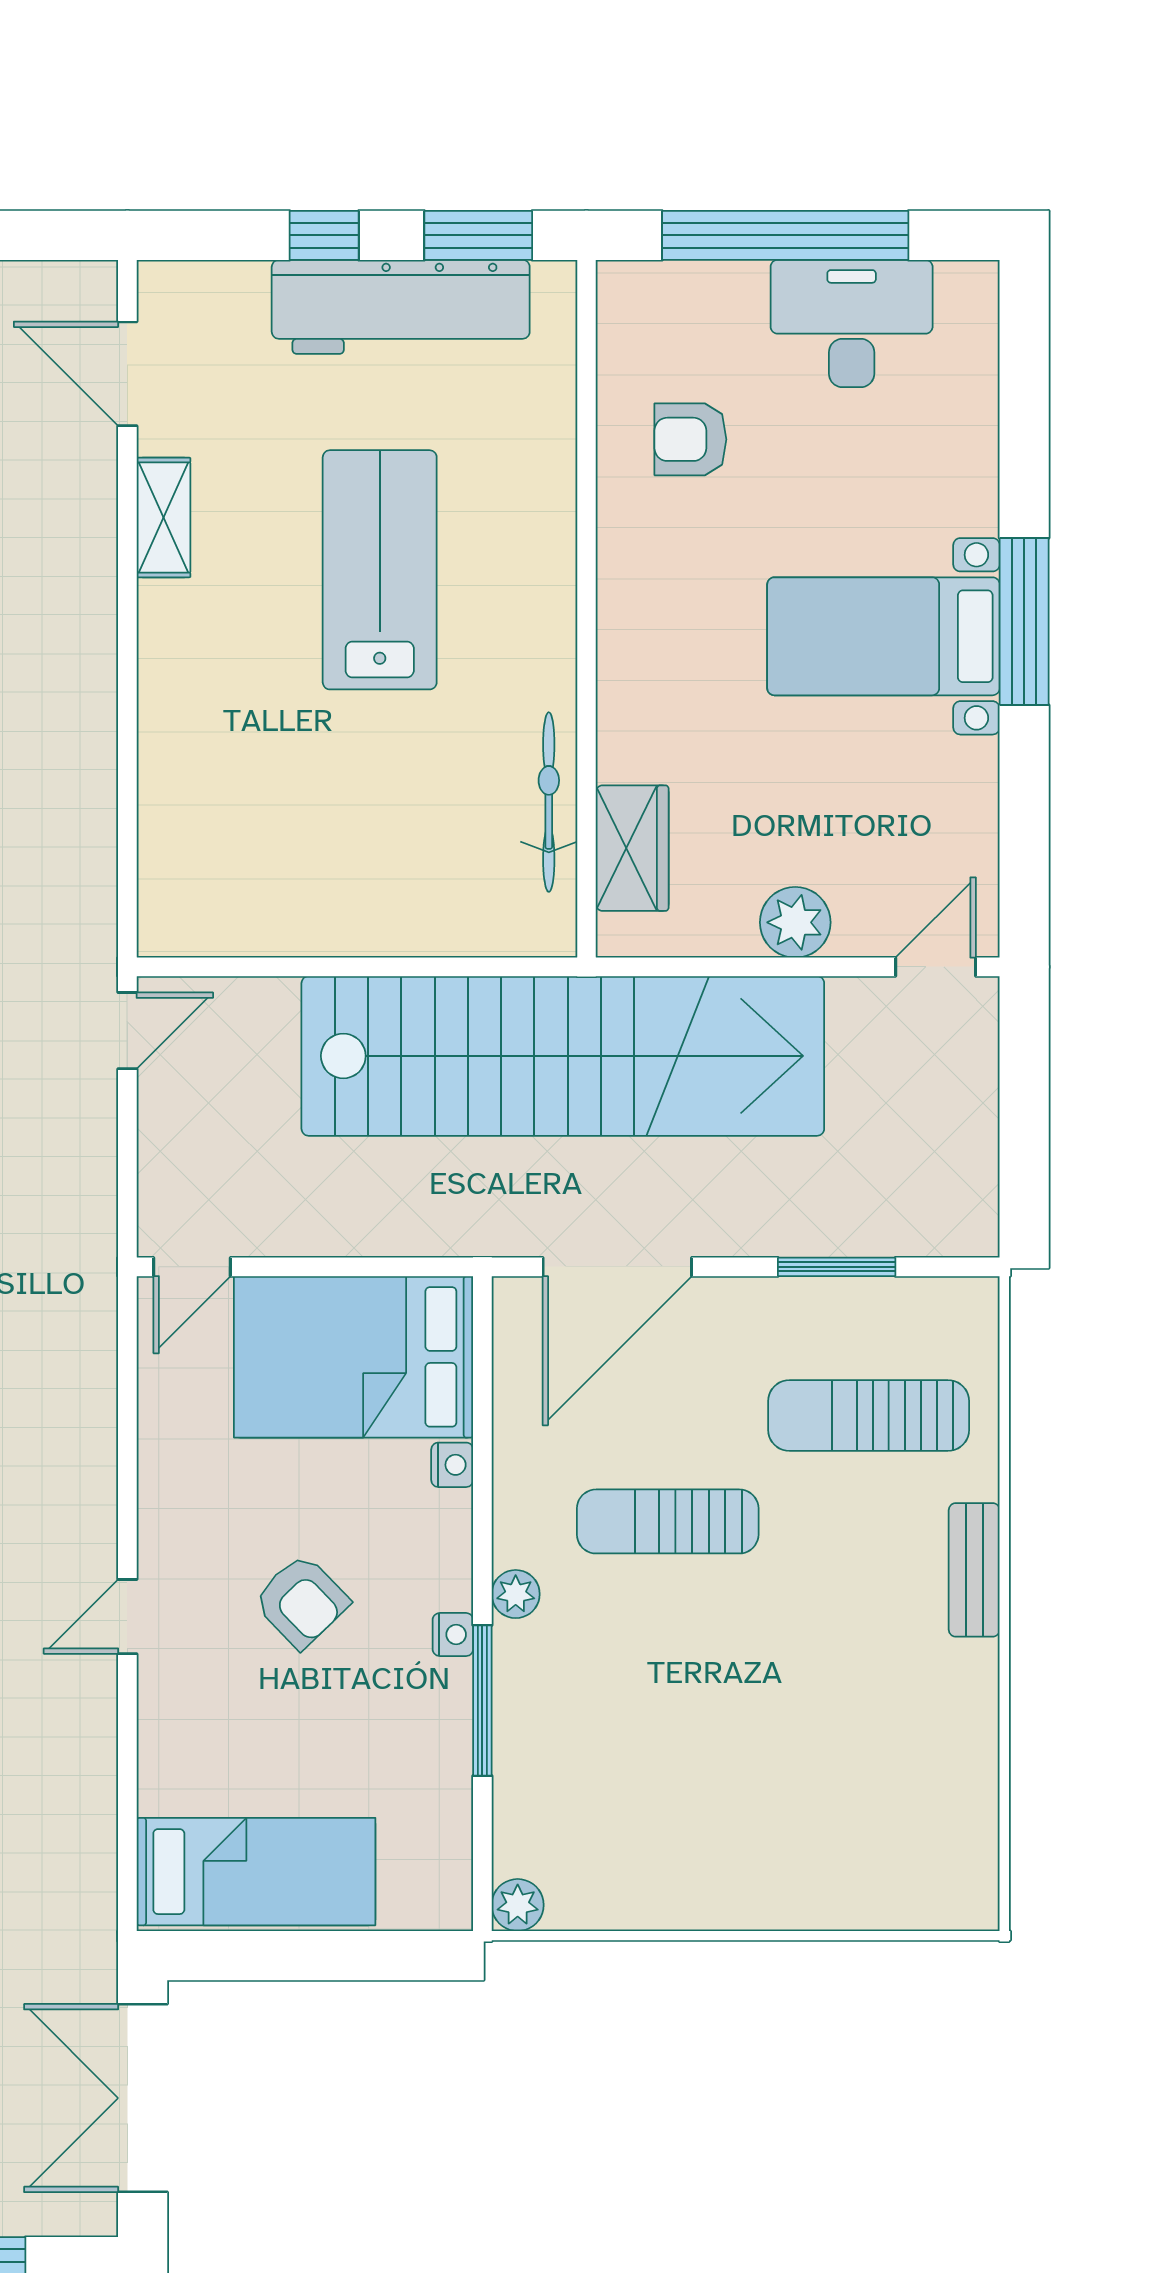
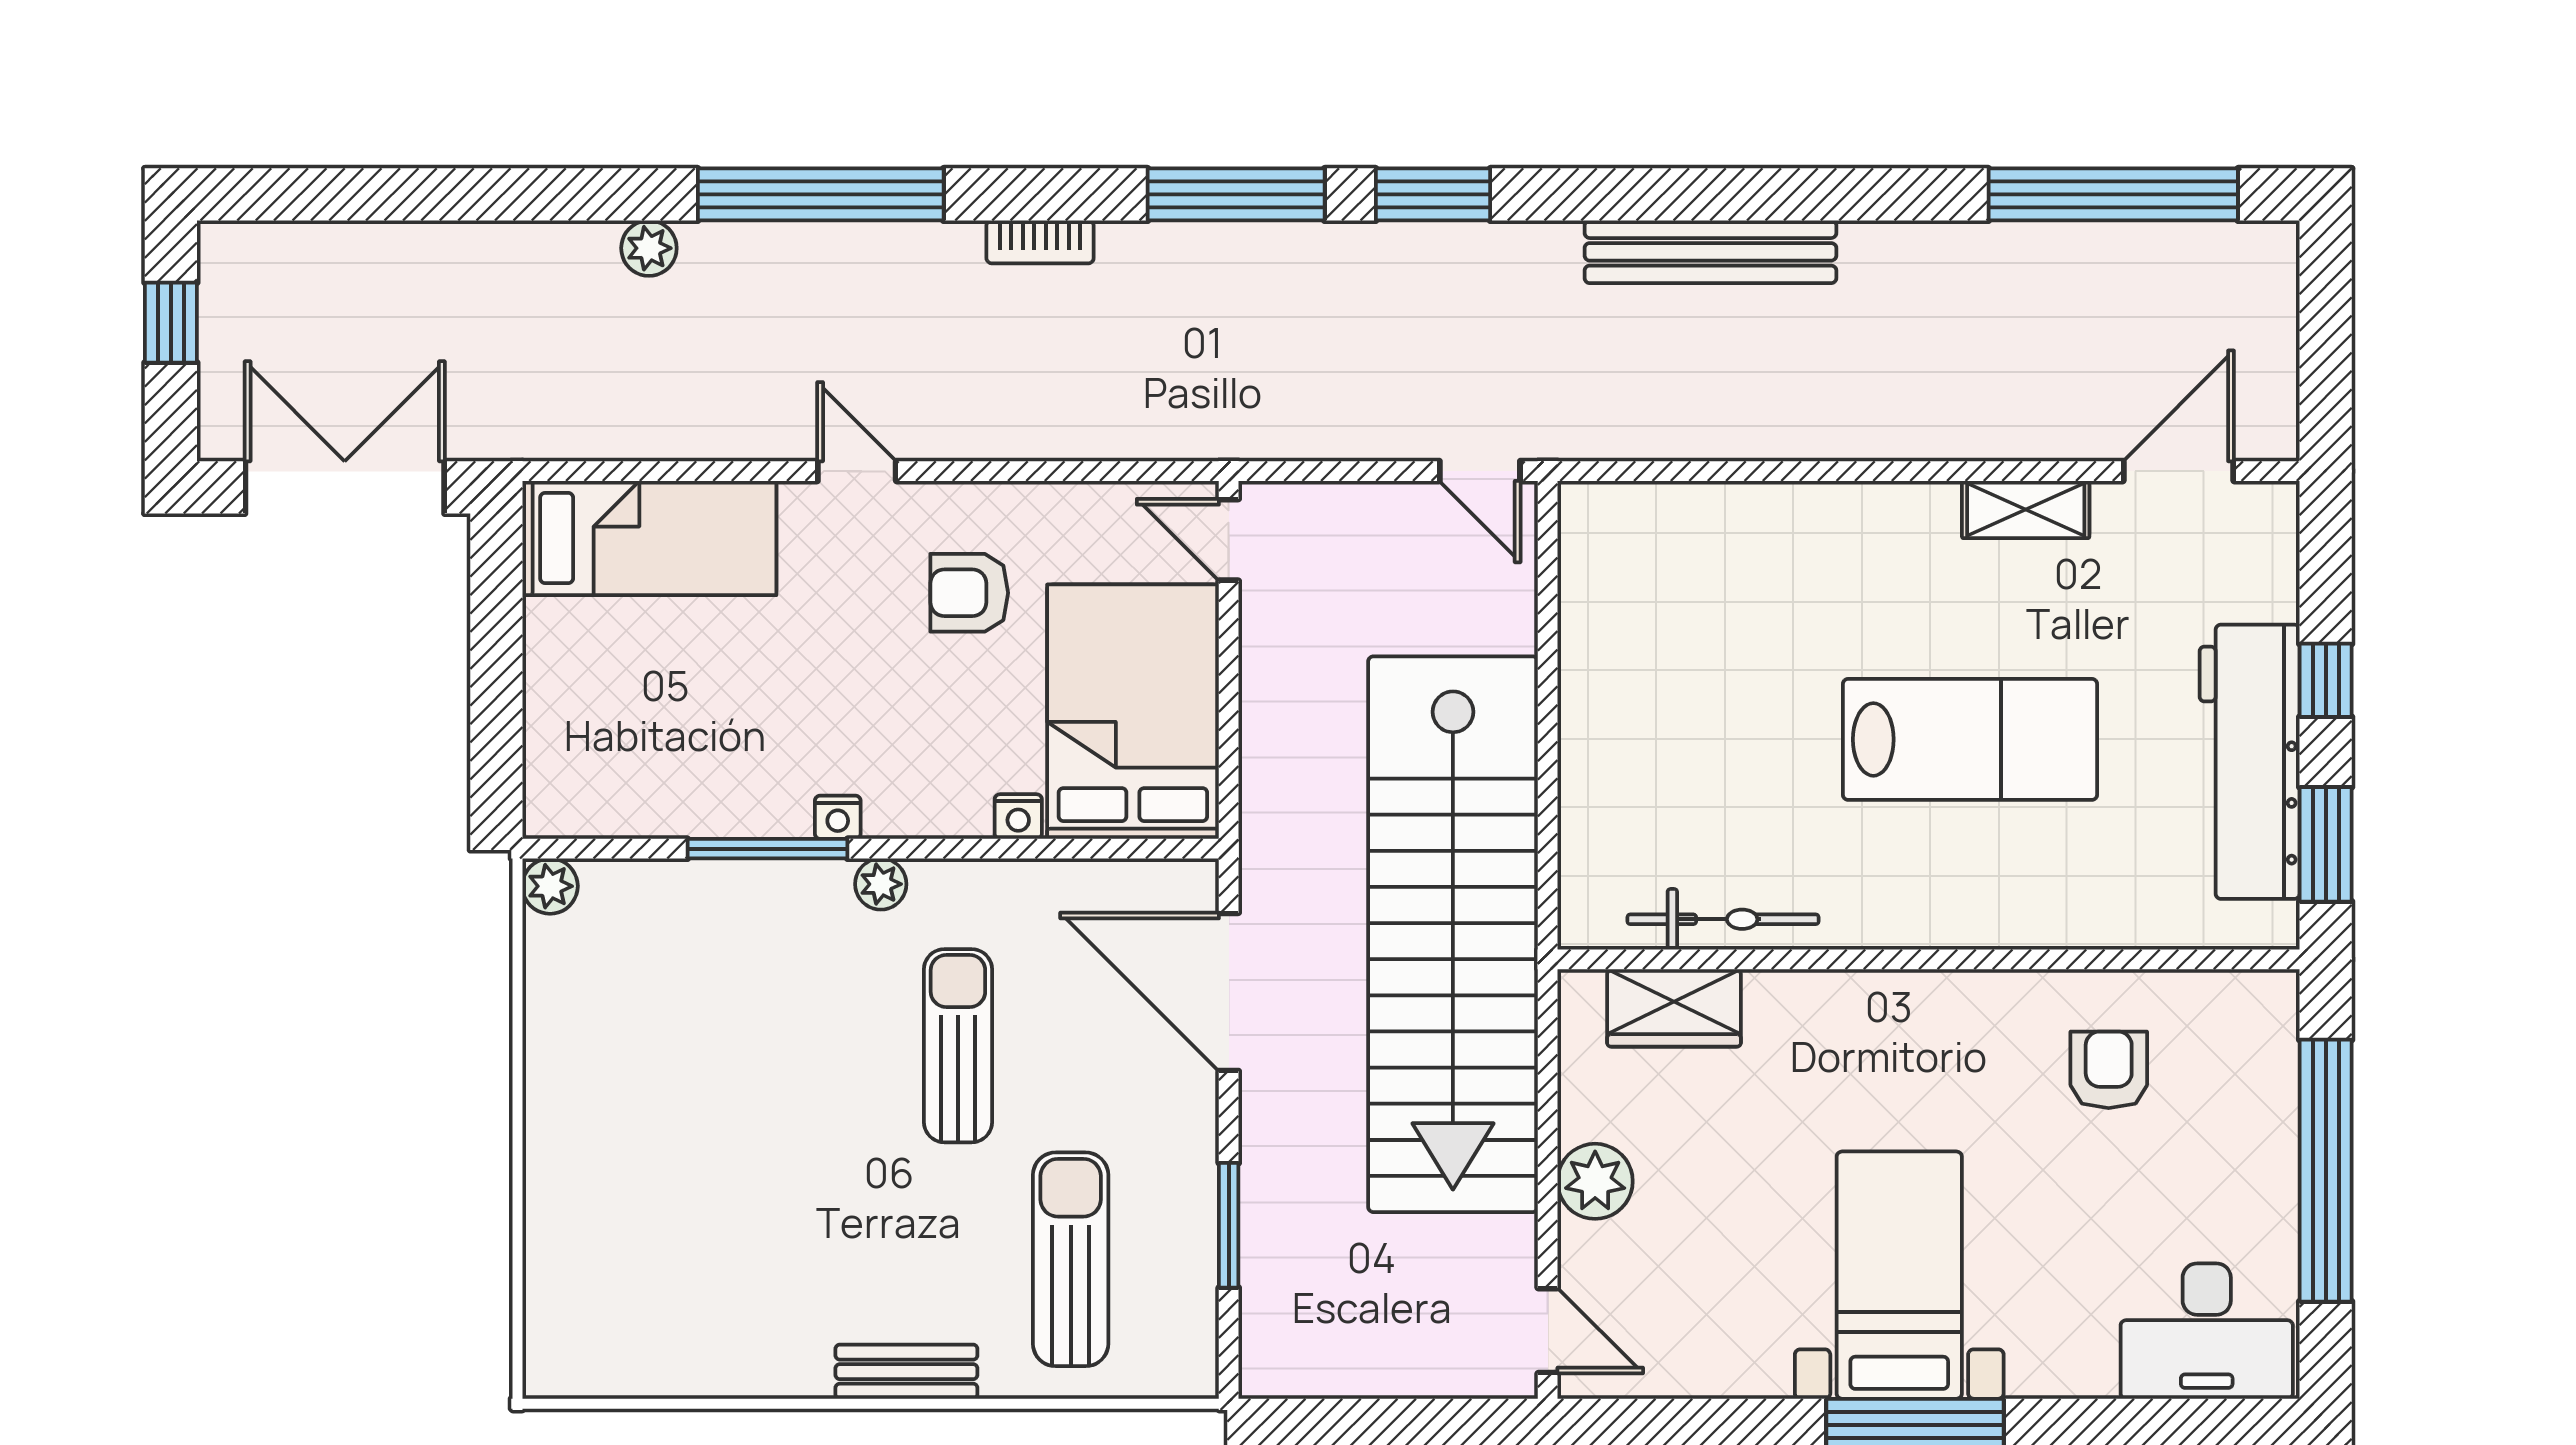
desk: (852, 324) -> (2207, 1331), moved, turned 90
armchair: (301, 1601) -> (969, 593), moved, turned 44
bed: (256, 1872) -> (649, 538), moved, turned -90

